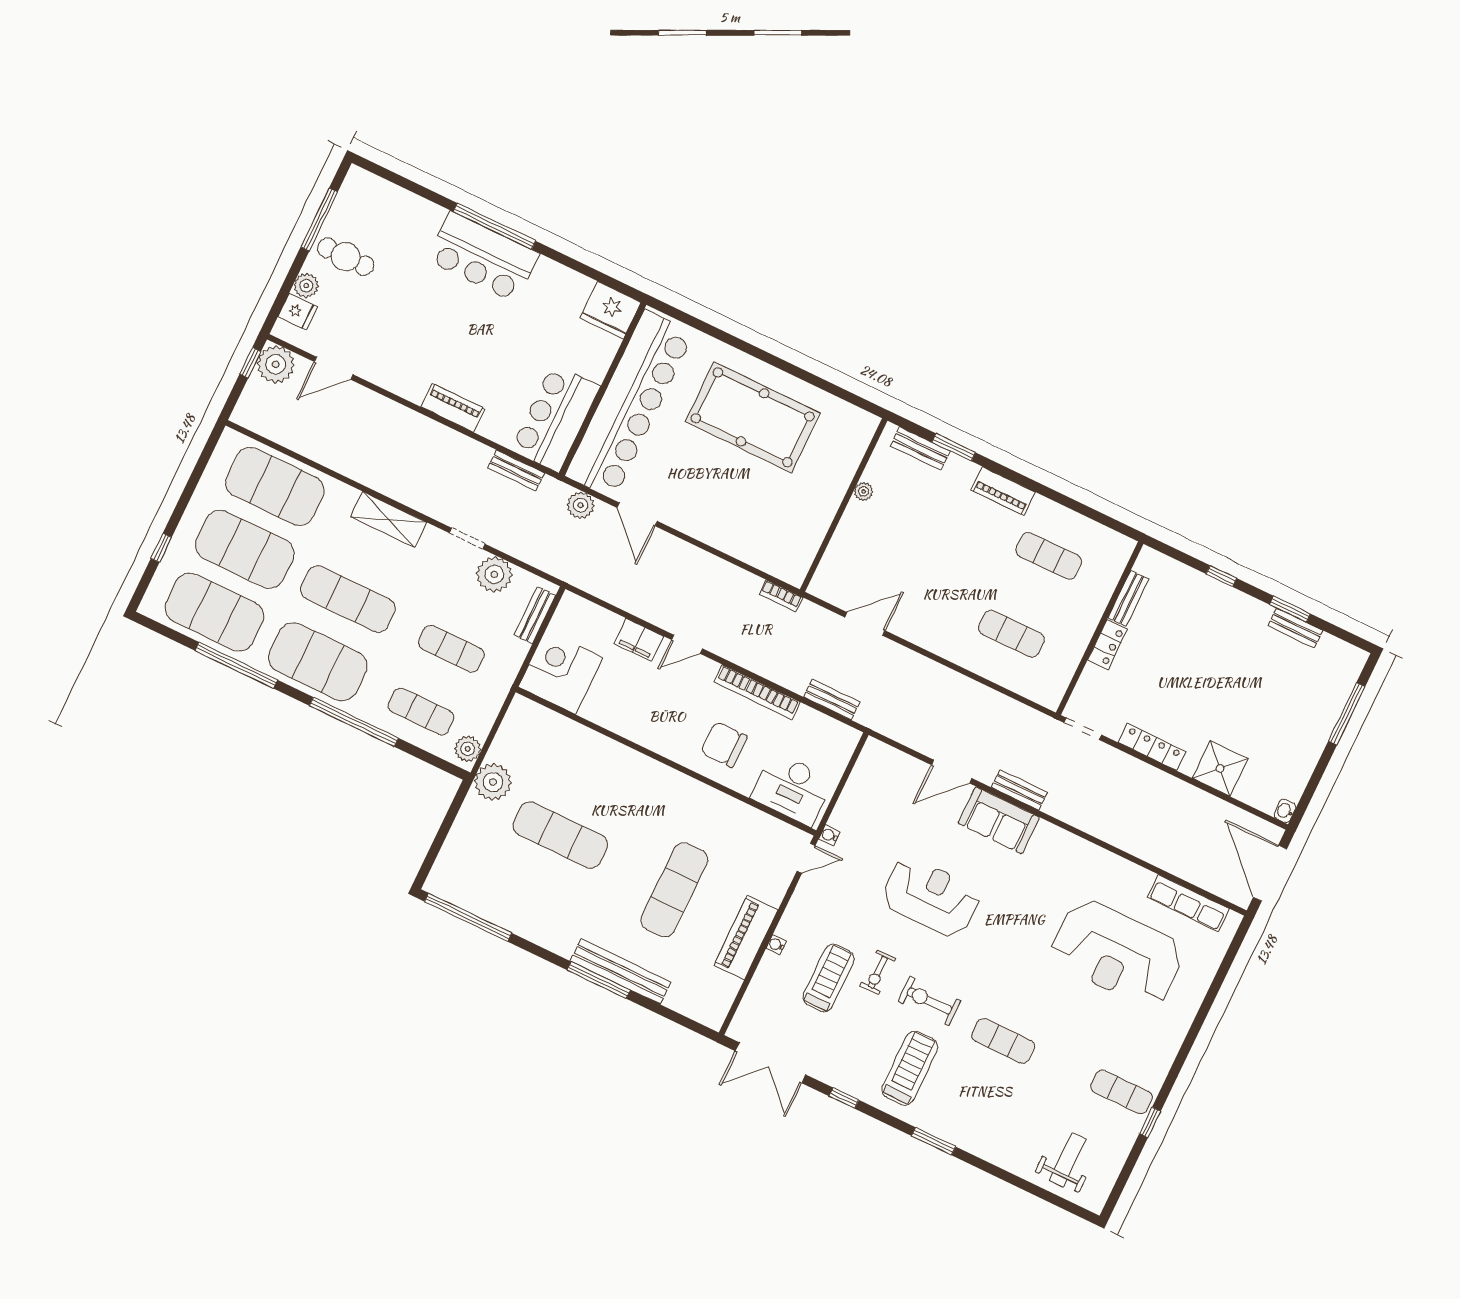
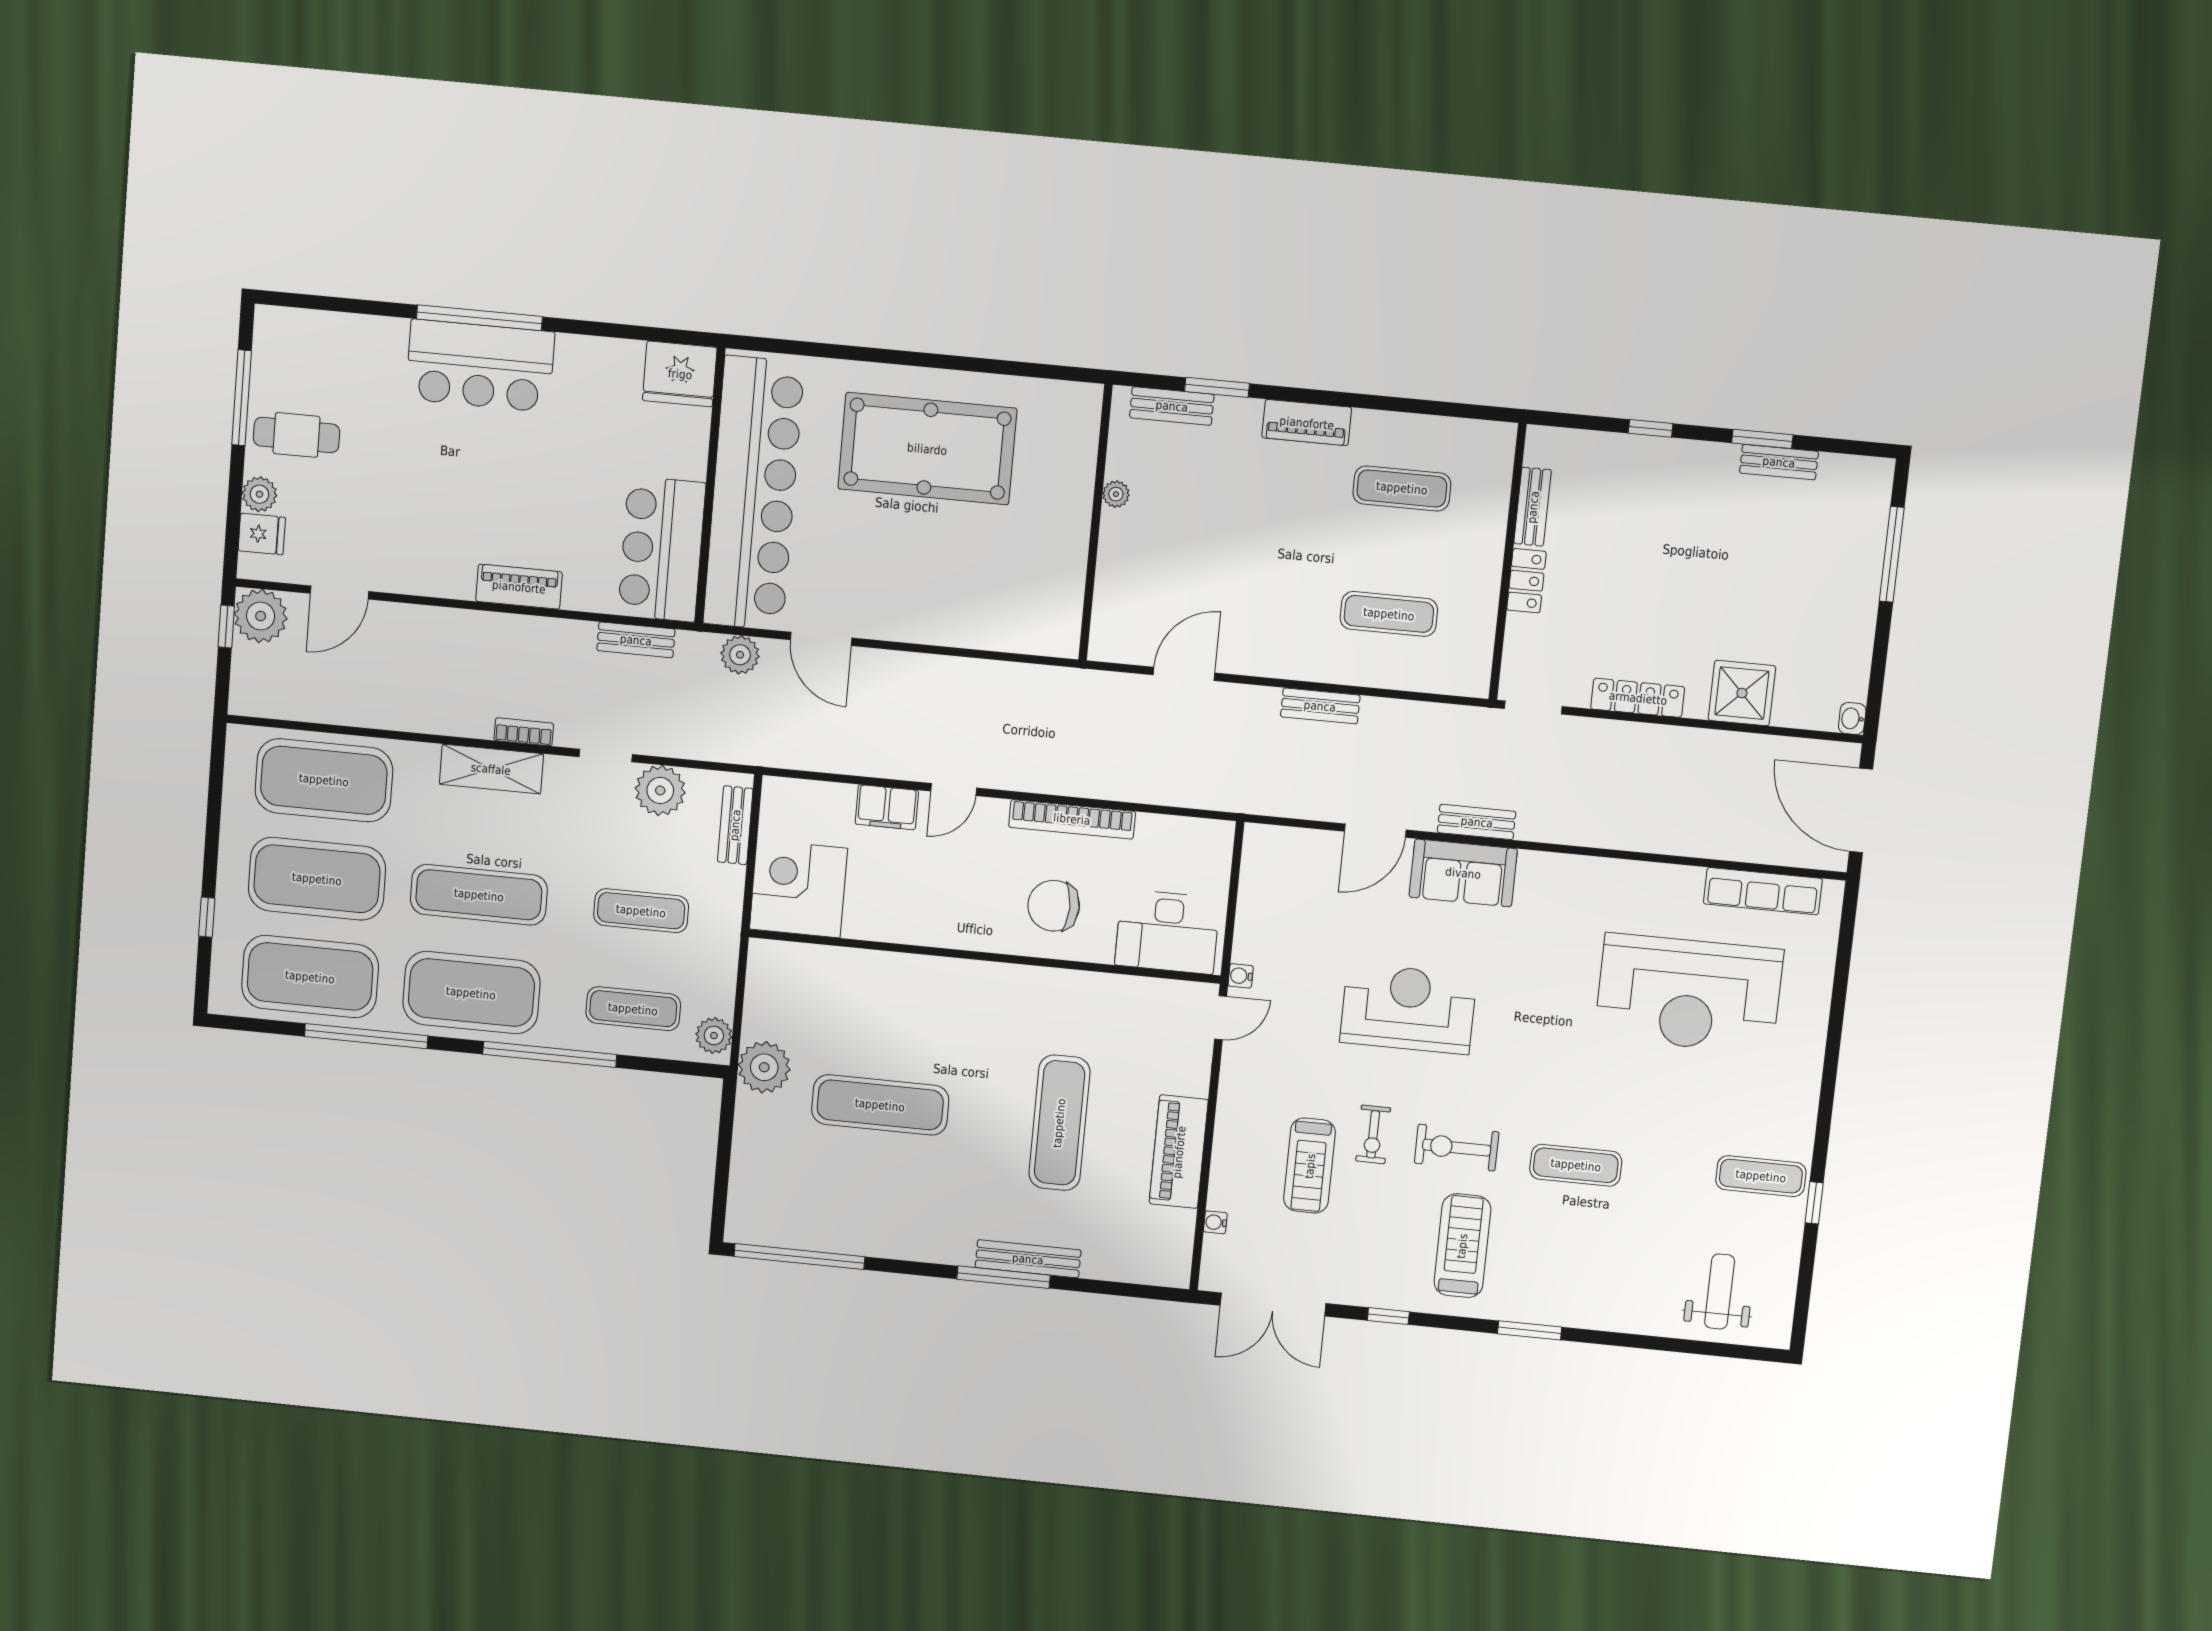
bookcase: (781, 596) -> (524, 732), moved, turned 180
bench: (832, 699) -> (1320, 706), moved
water cooler: (776, 945) -> (1215, 1222), moved
bench: (621, 972) -> (1028, 1259), width x0.73, depth x0.82
treadmill: (829, 978) -> (1310, 1166), turned 180

